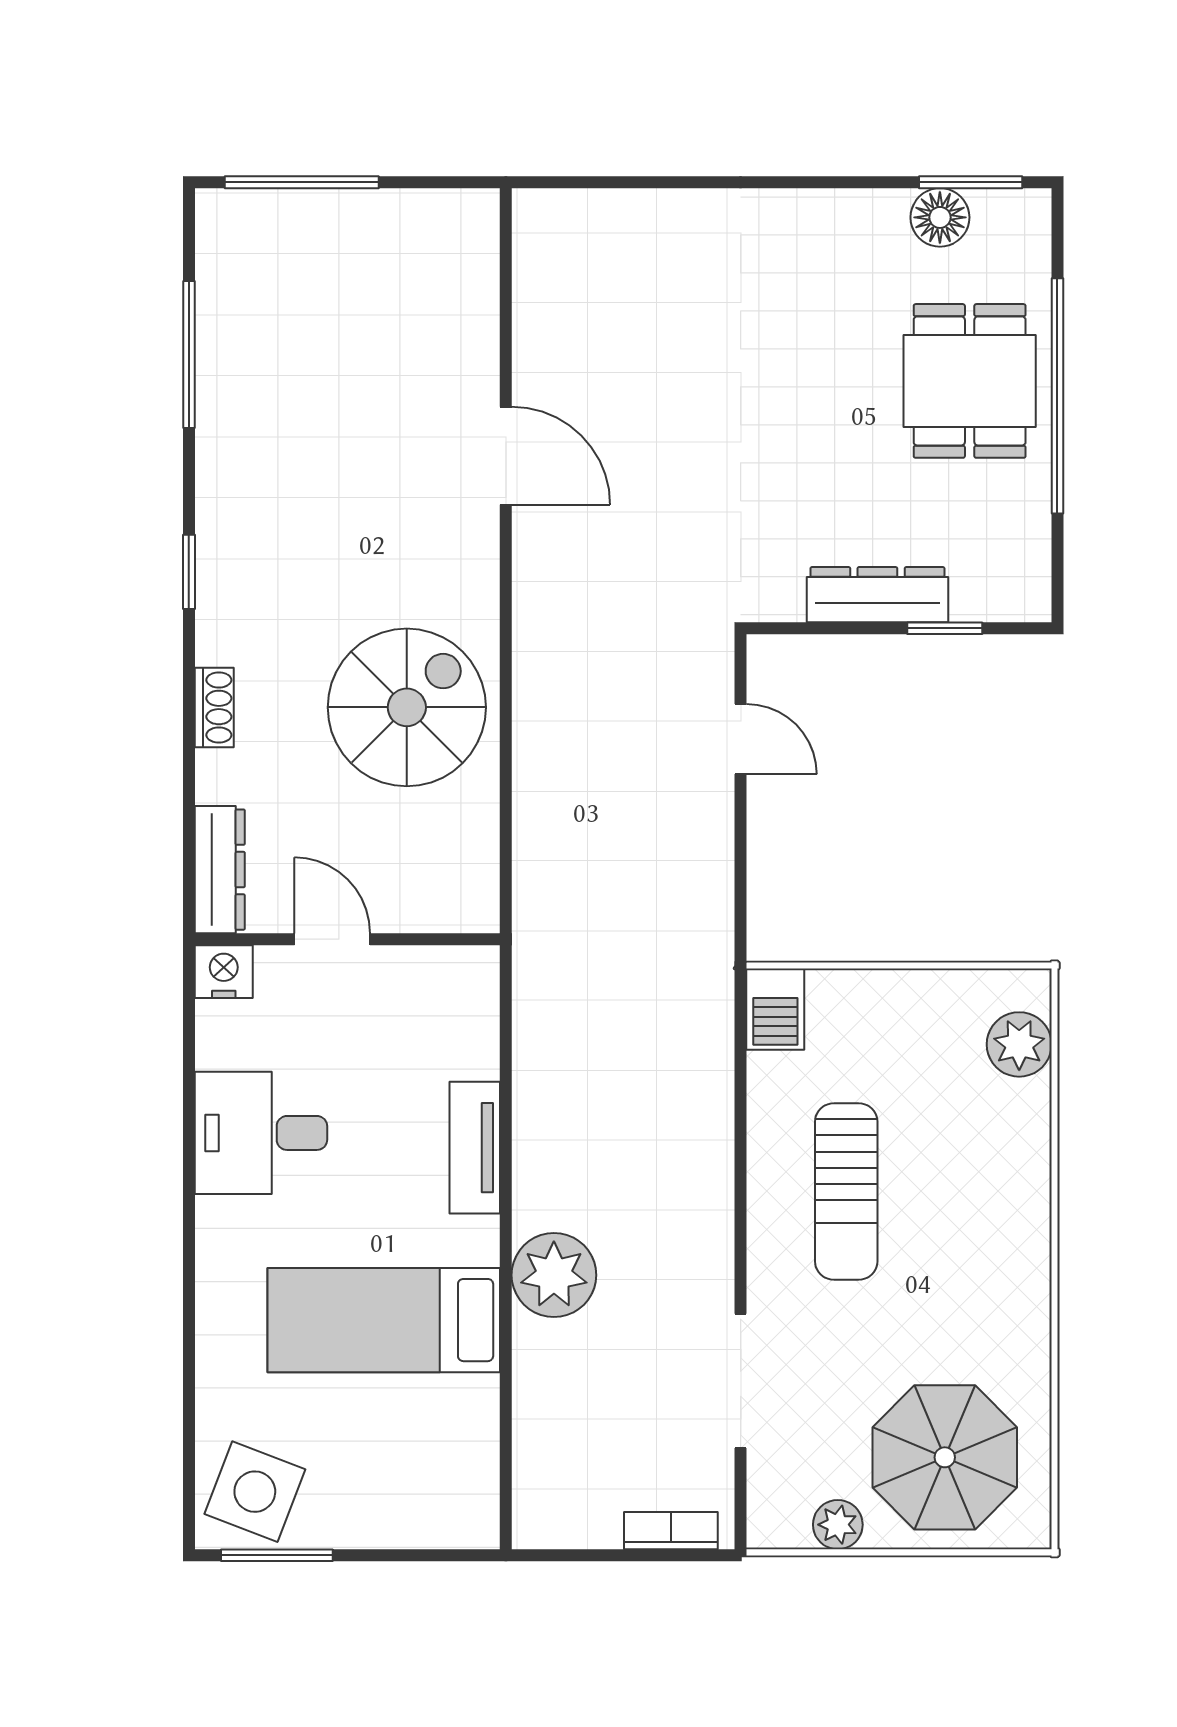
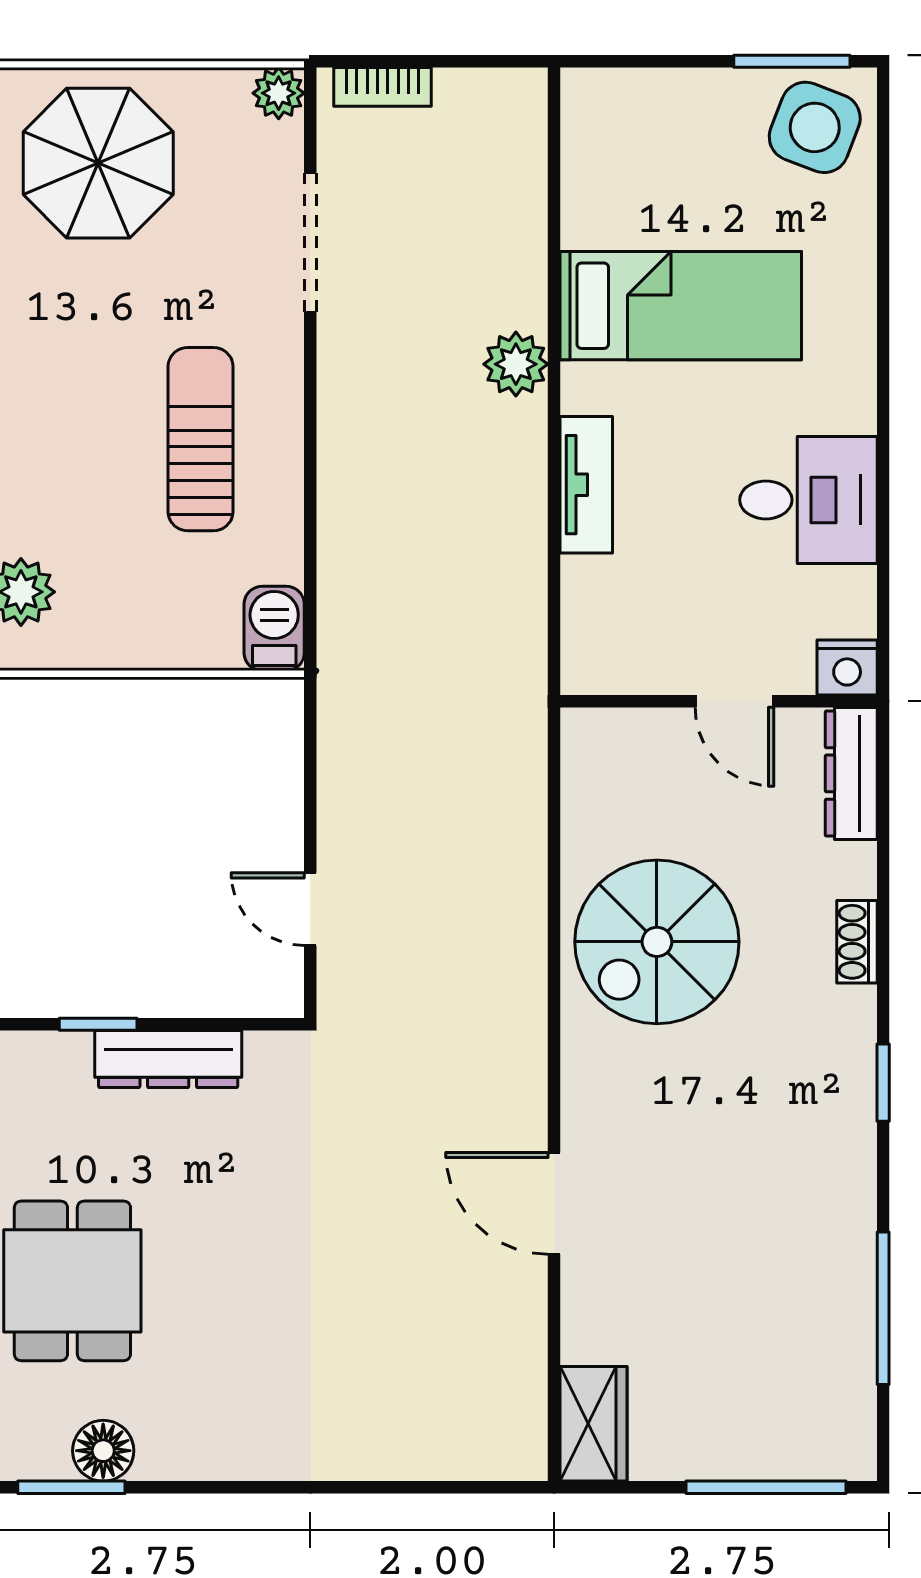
wardrobe: (468, 243) -> (593, 1424), added
plant: (554, 1275) -> (516, 364), width x0.73, depth x0.73
plant: (838, 1525) -> (279, 93), moved

